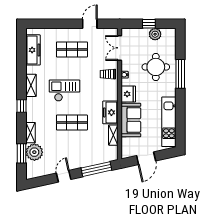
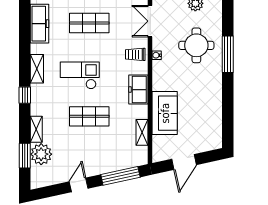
fridge: (128, 94) -> (161, 80), removed
freezer: (110, 112) -> (138, 90), moved
kitchen unit: (169, 122) -> (213, 115), removed

